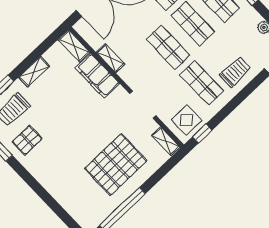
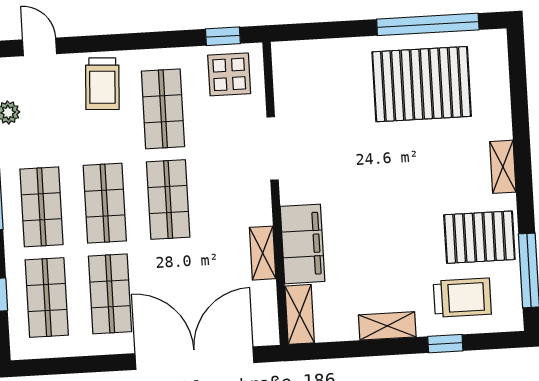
trolley: (235, 72) -> (102, 84), turned -87
pallet: (27, 140) -> (479, 237), width x1.50, depth x1.42
shelving: (166, 141) -> (503, 167), moved
pallet: (116, 165) -> (422, 84), moved

